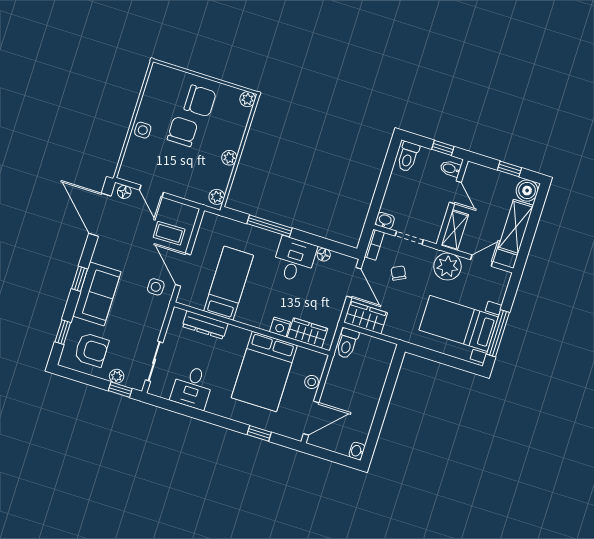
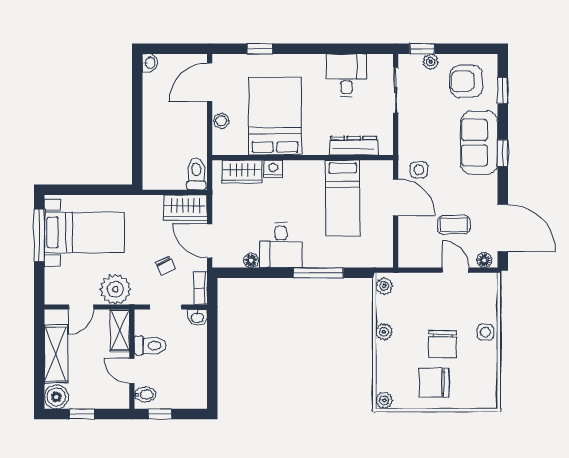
toilet: (408, 157) -> (150, 345), moved, turned 90
coffee table: (169, 233) -> (454, 225), moved

